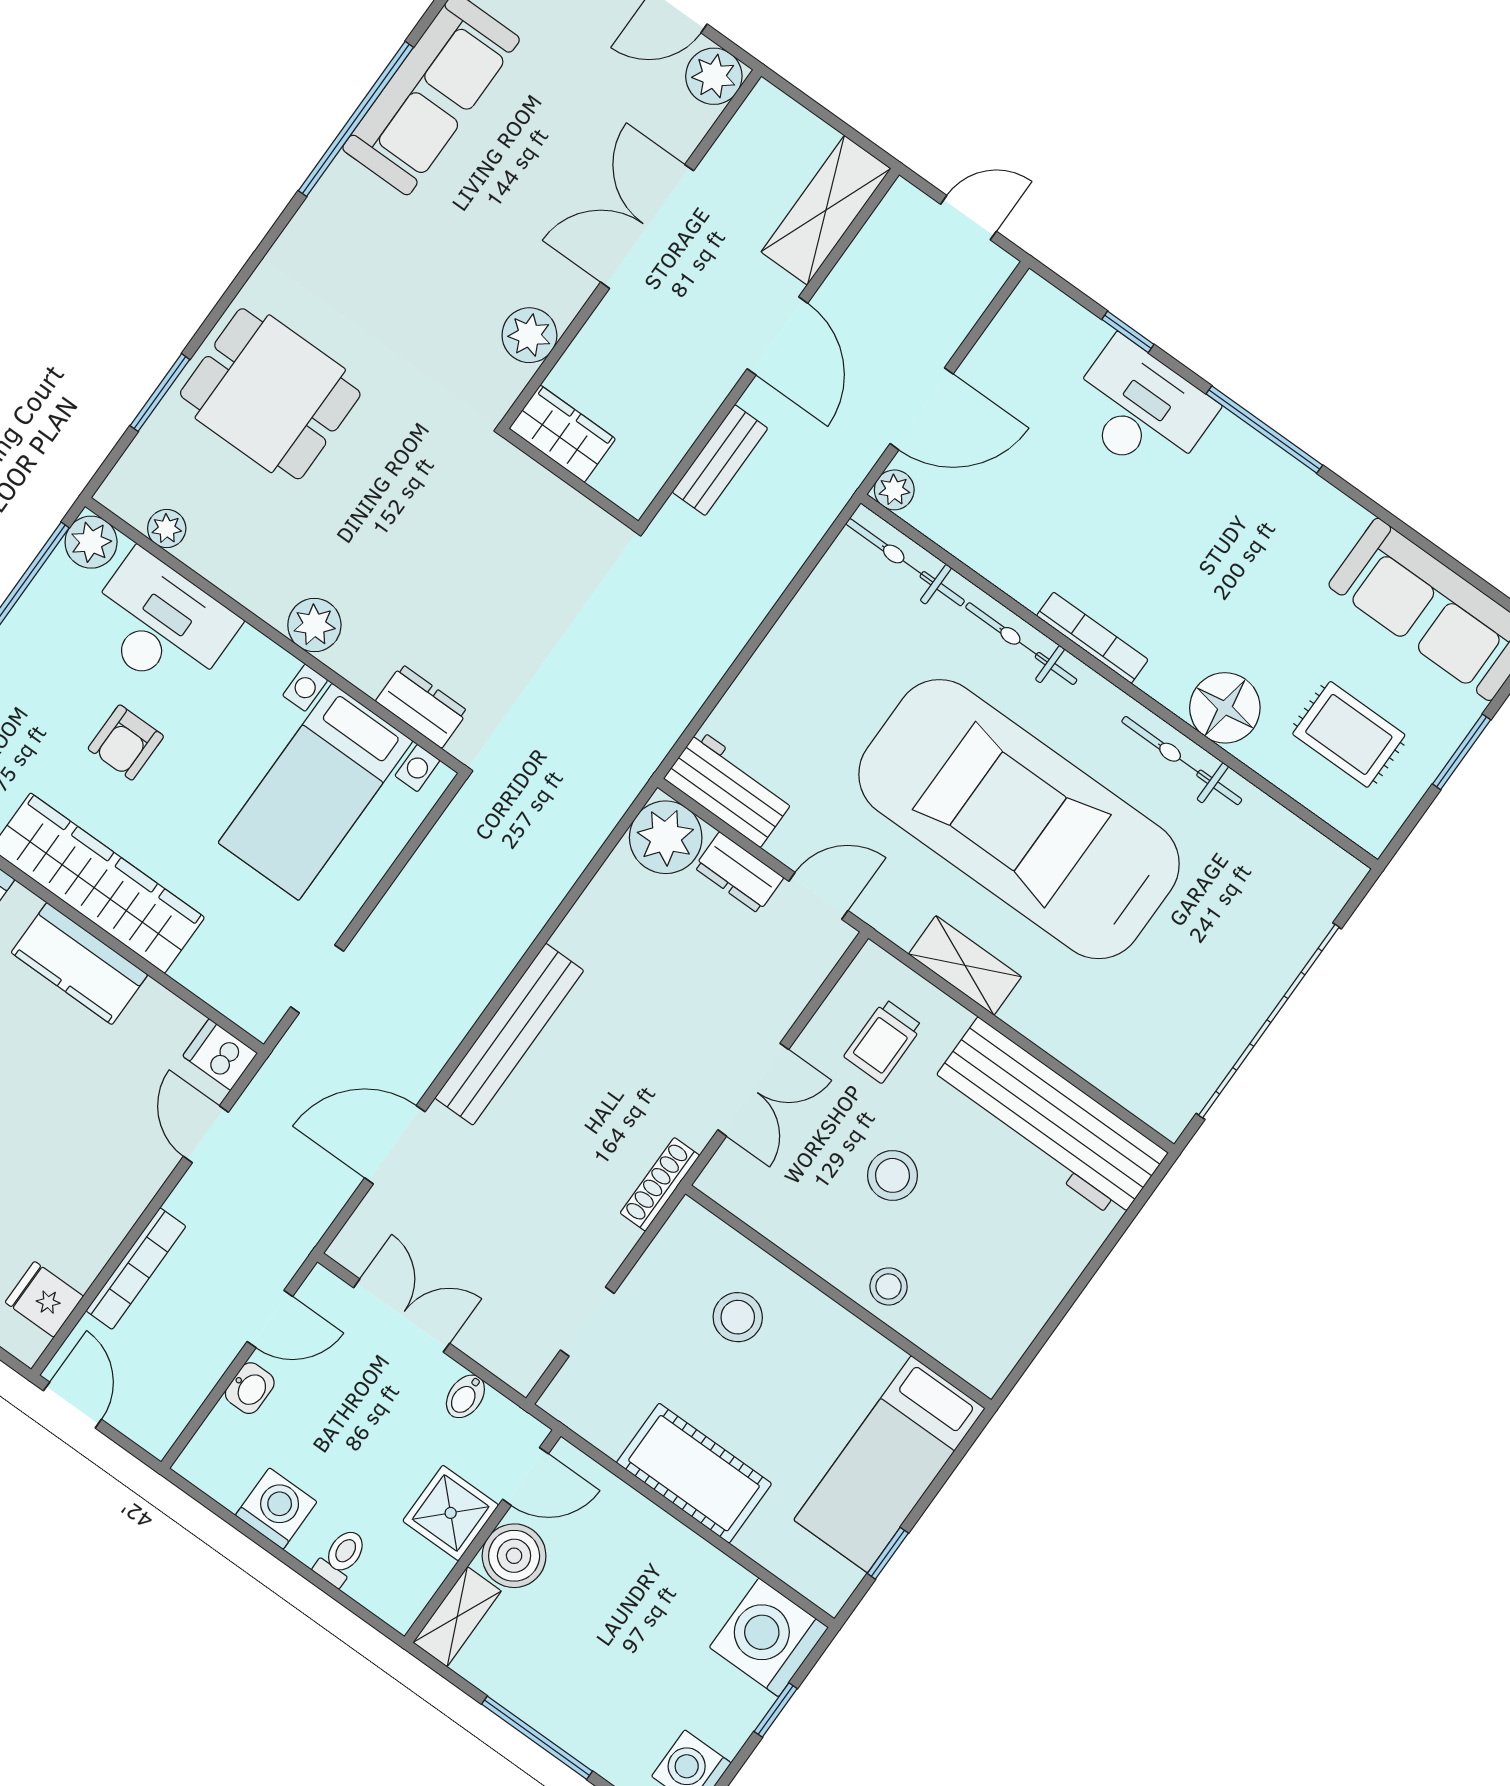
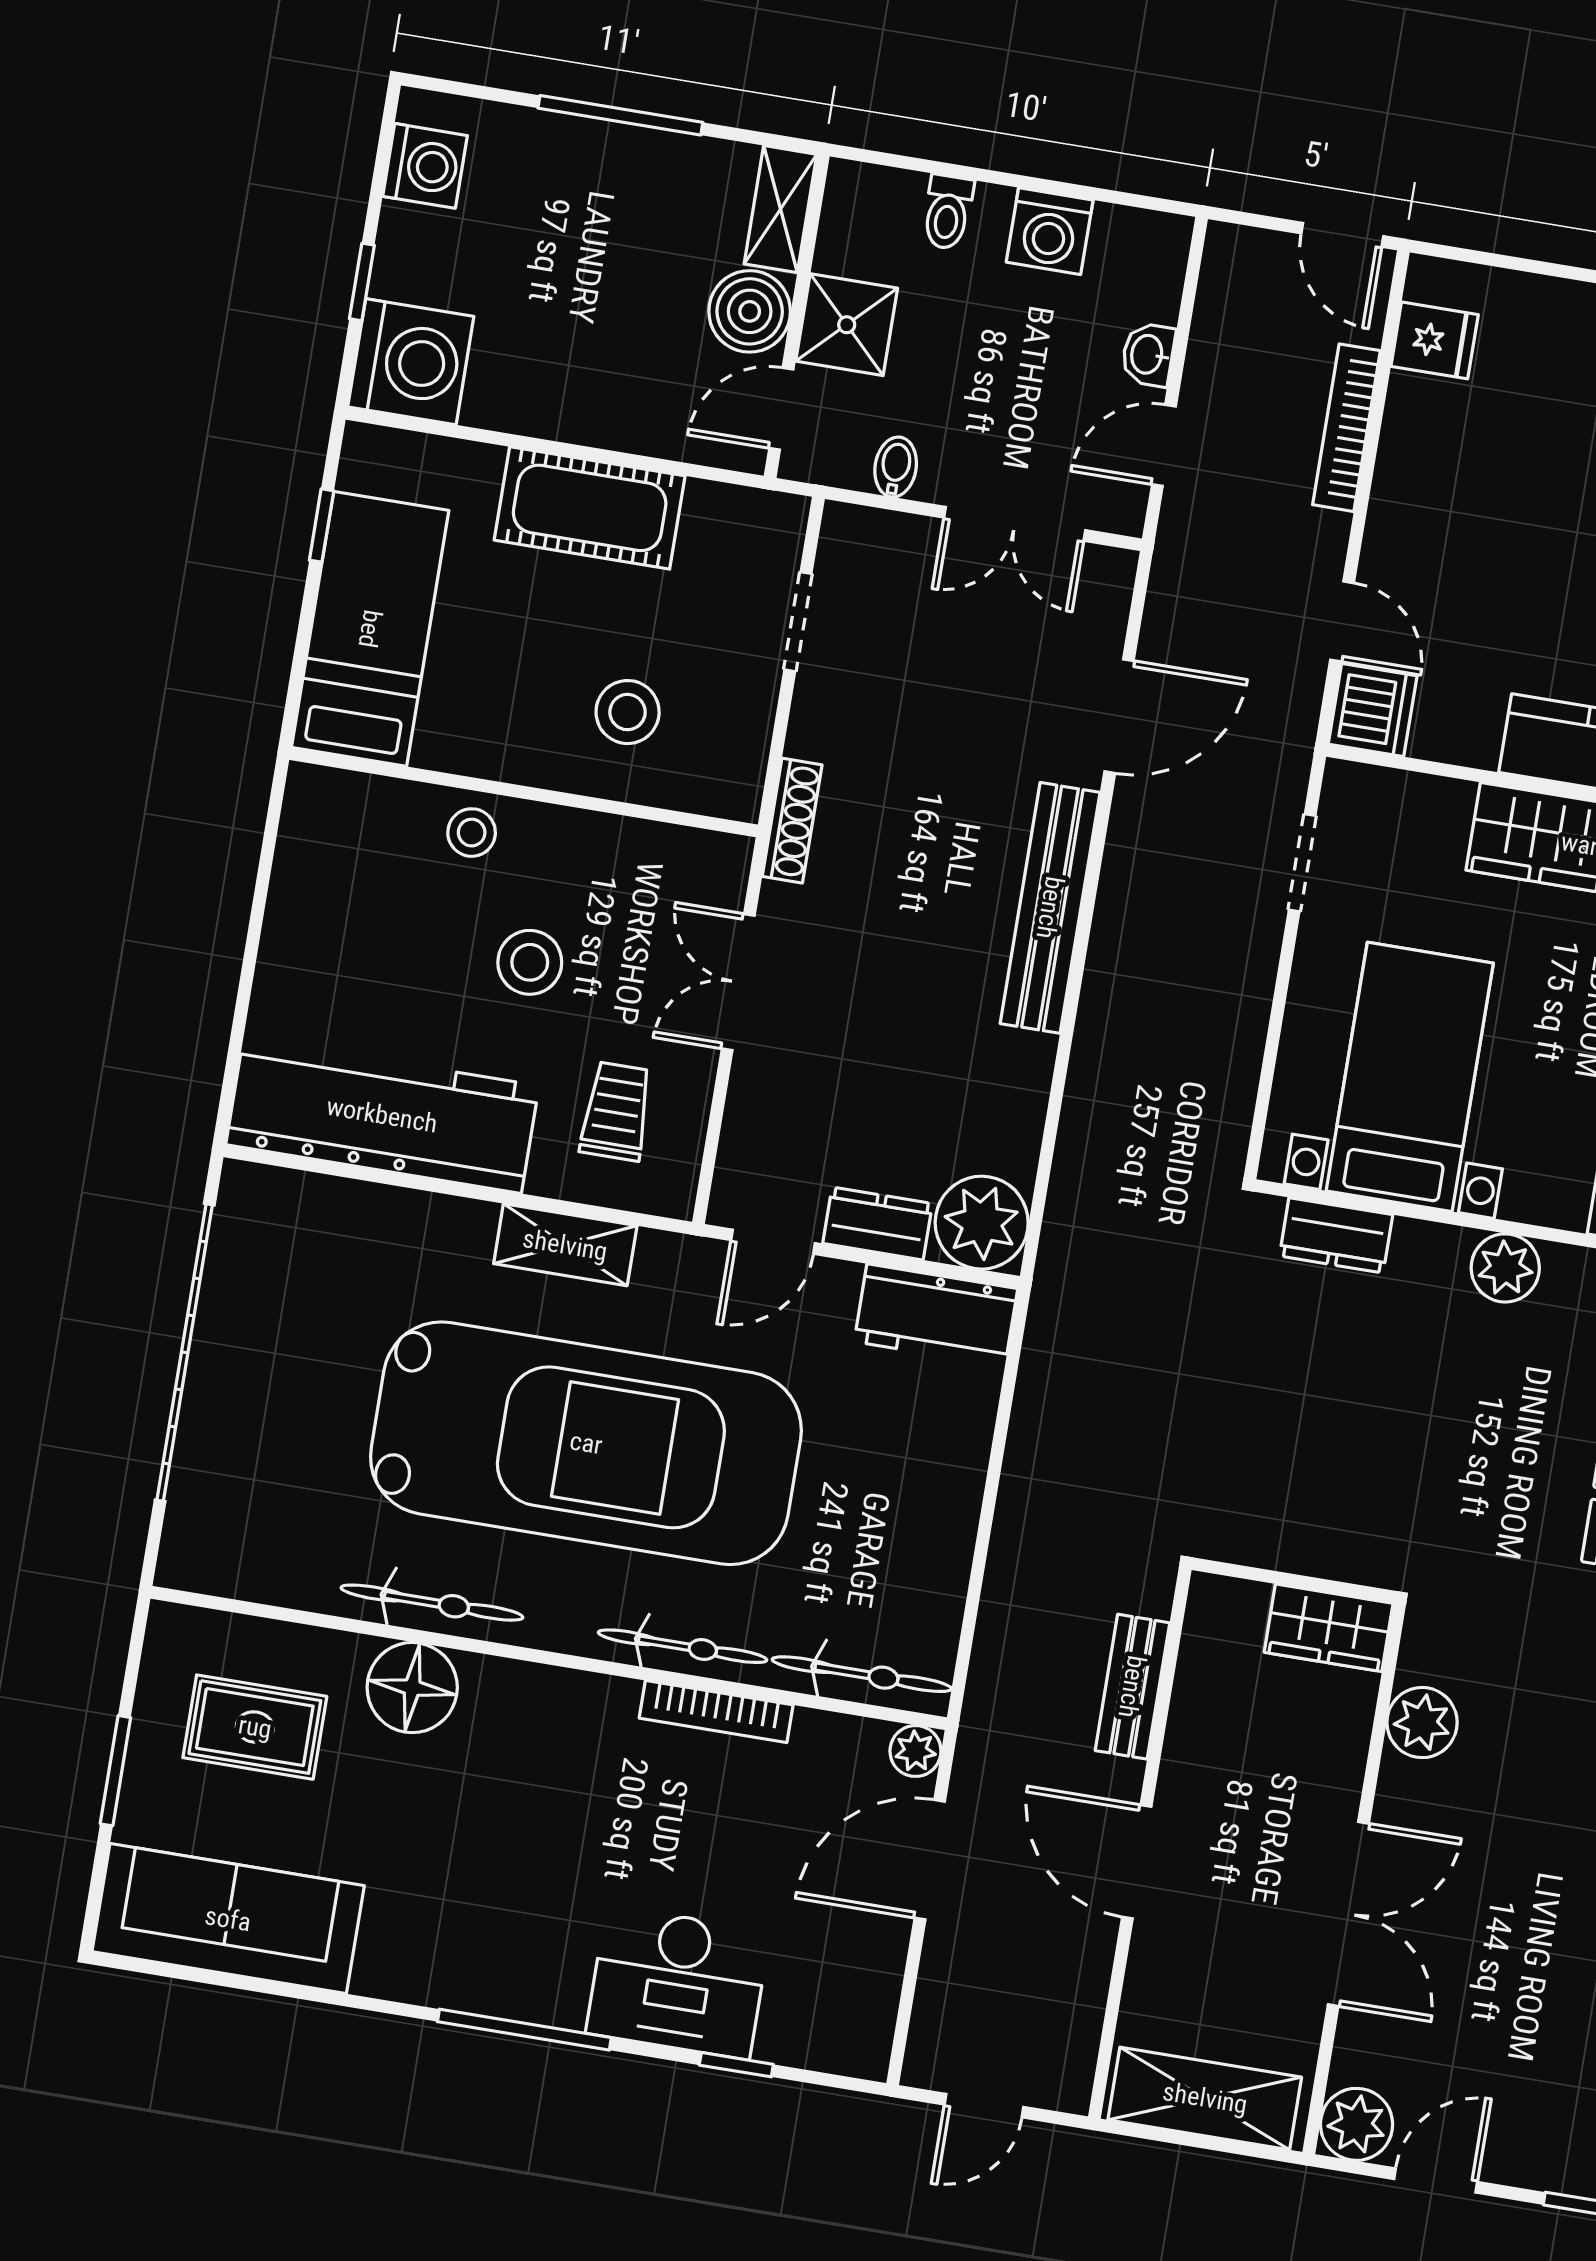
shelving: (826, 210) -> (1205, 2098), moved, turned 90
bookcase: (1092, 638) -> (716, 1712), moved
dishwasher: (220, 1054) -> (1373, 710), width x1.38

